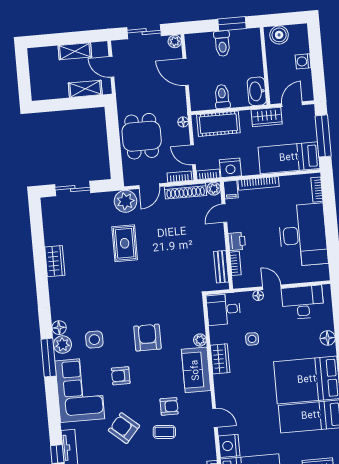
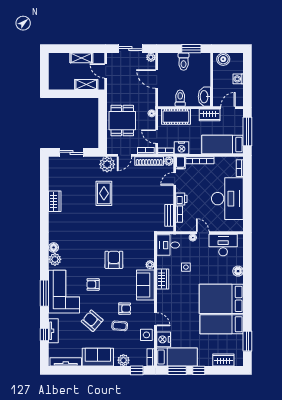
side table: (94, 340) -> (146, 335), moved
window: (49, 358) -> (44, 293), moved

